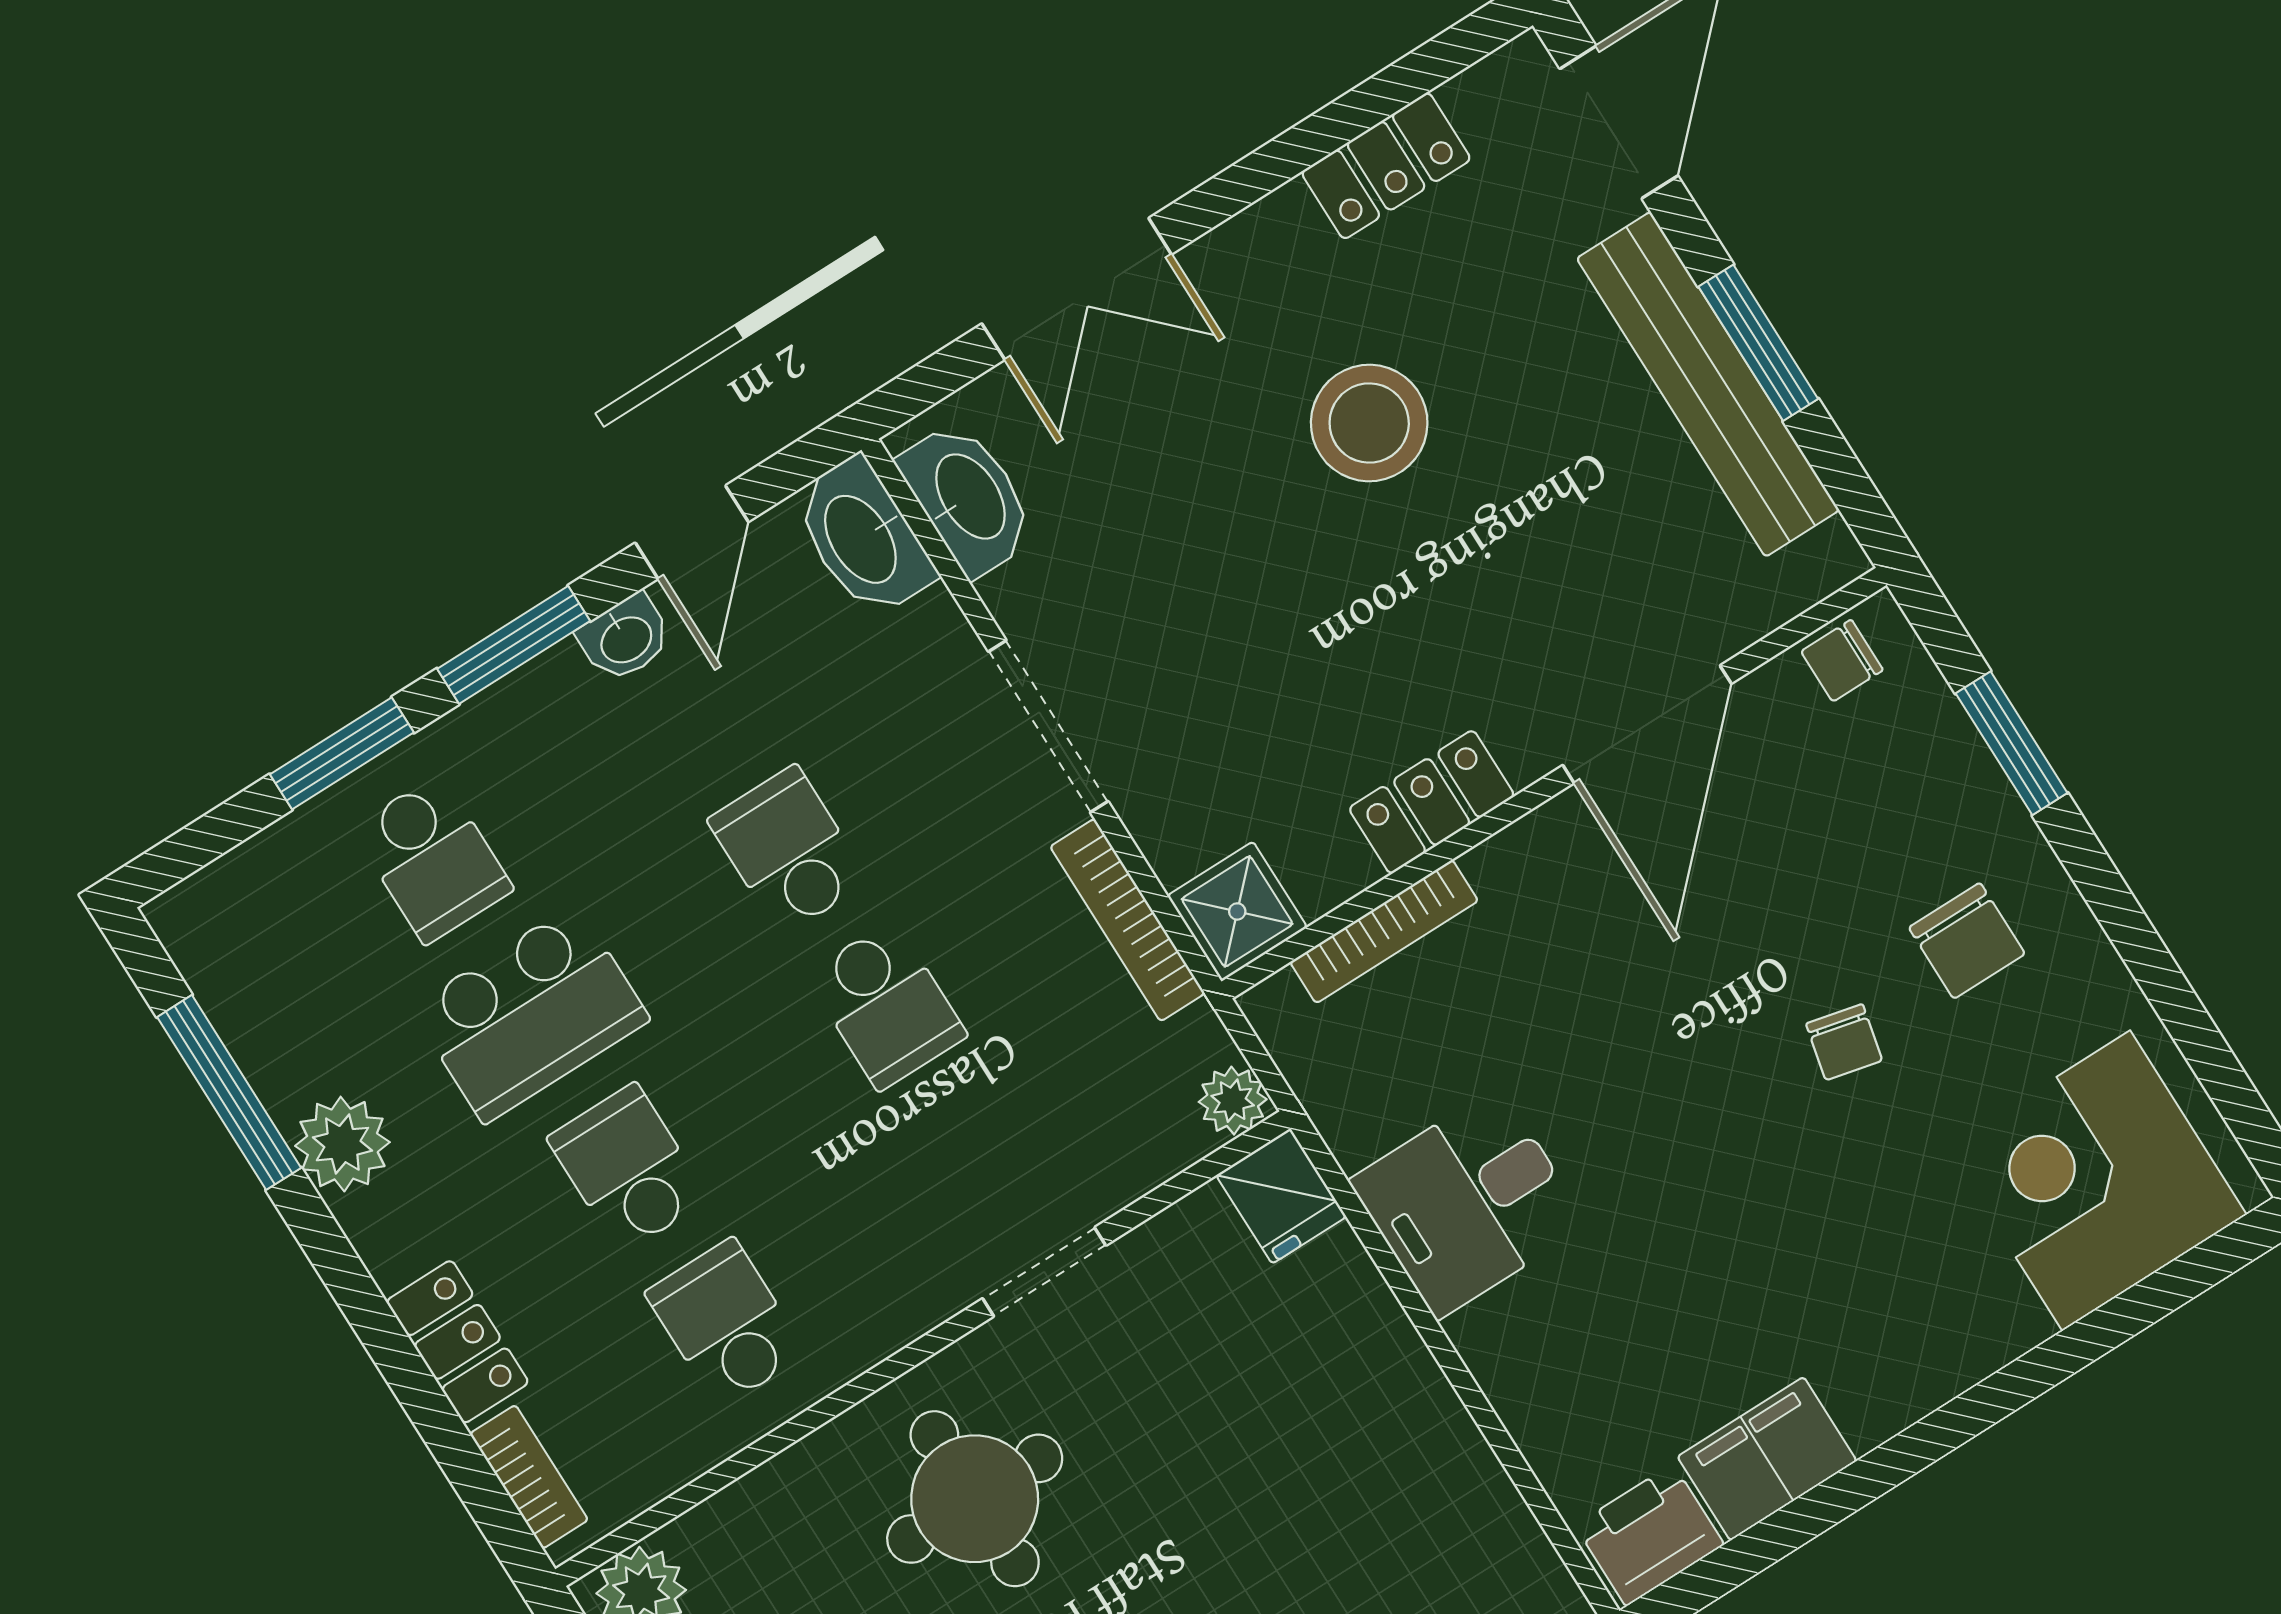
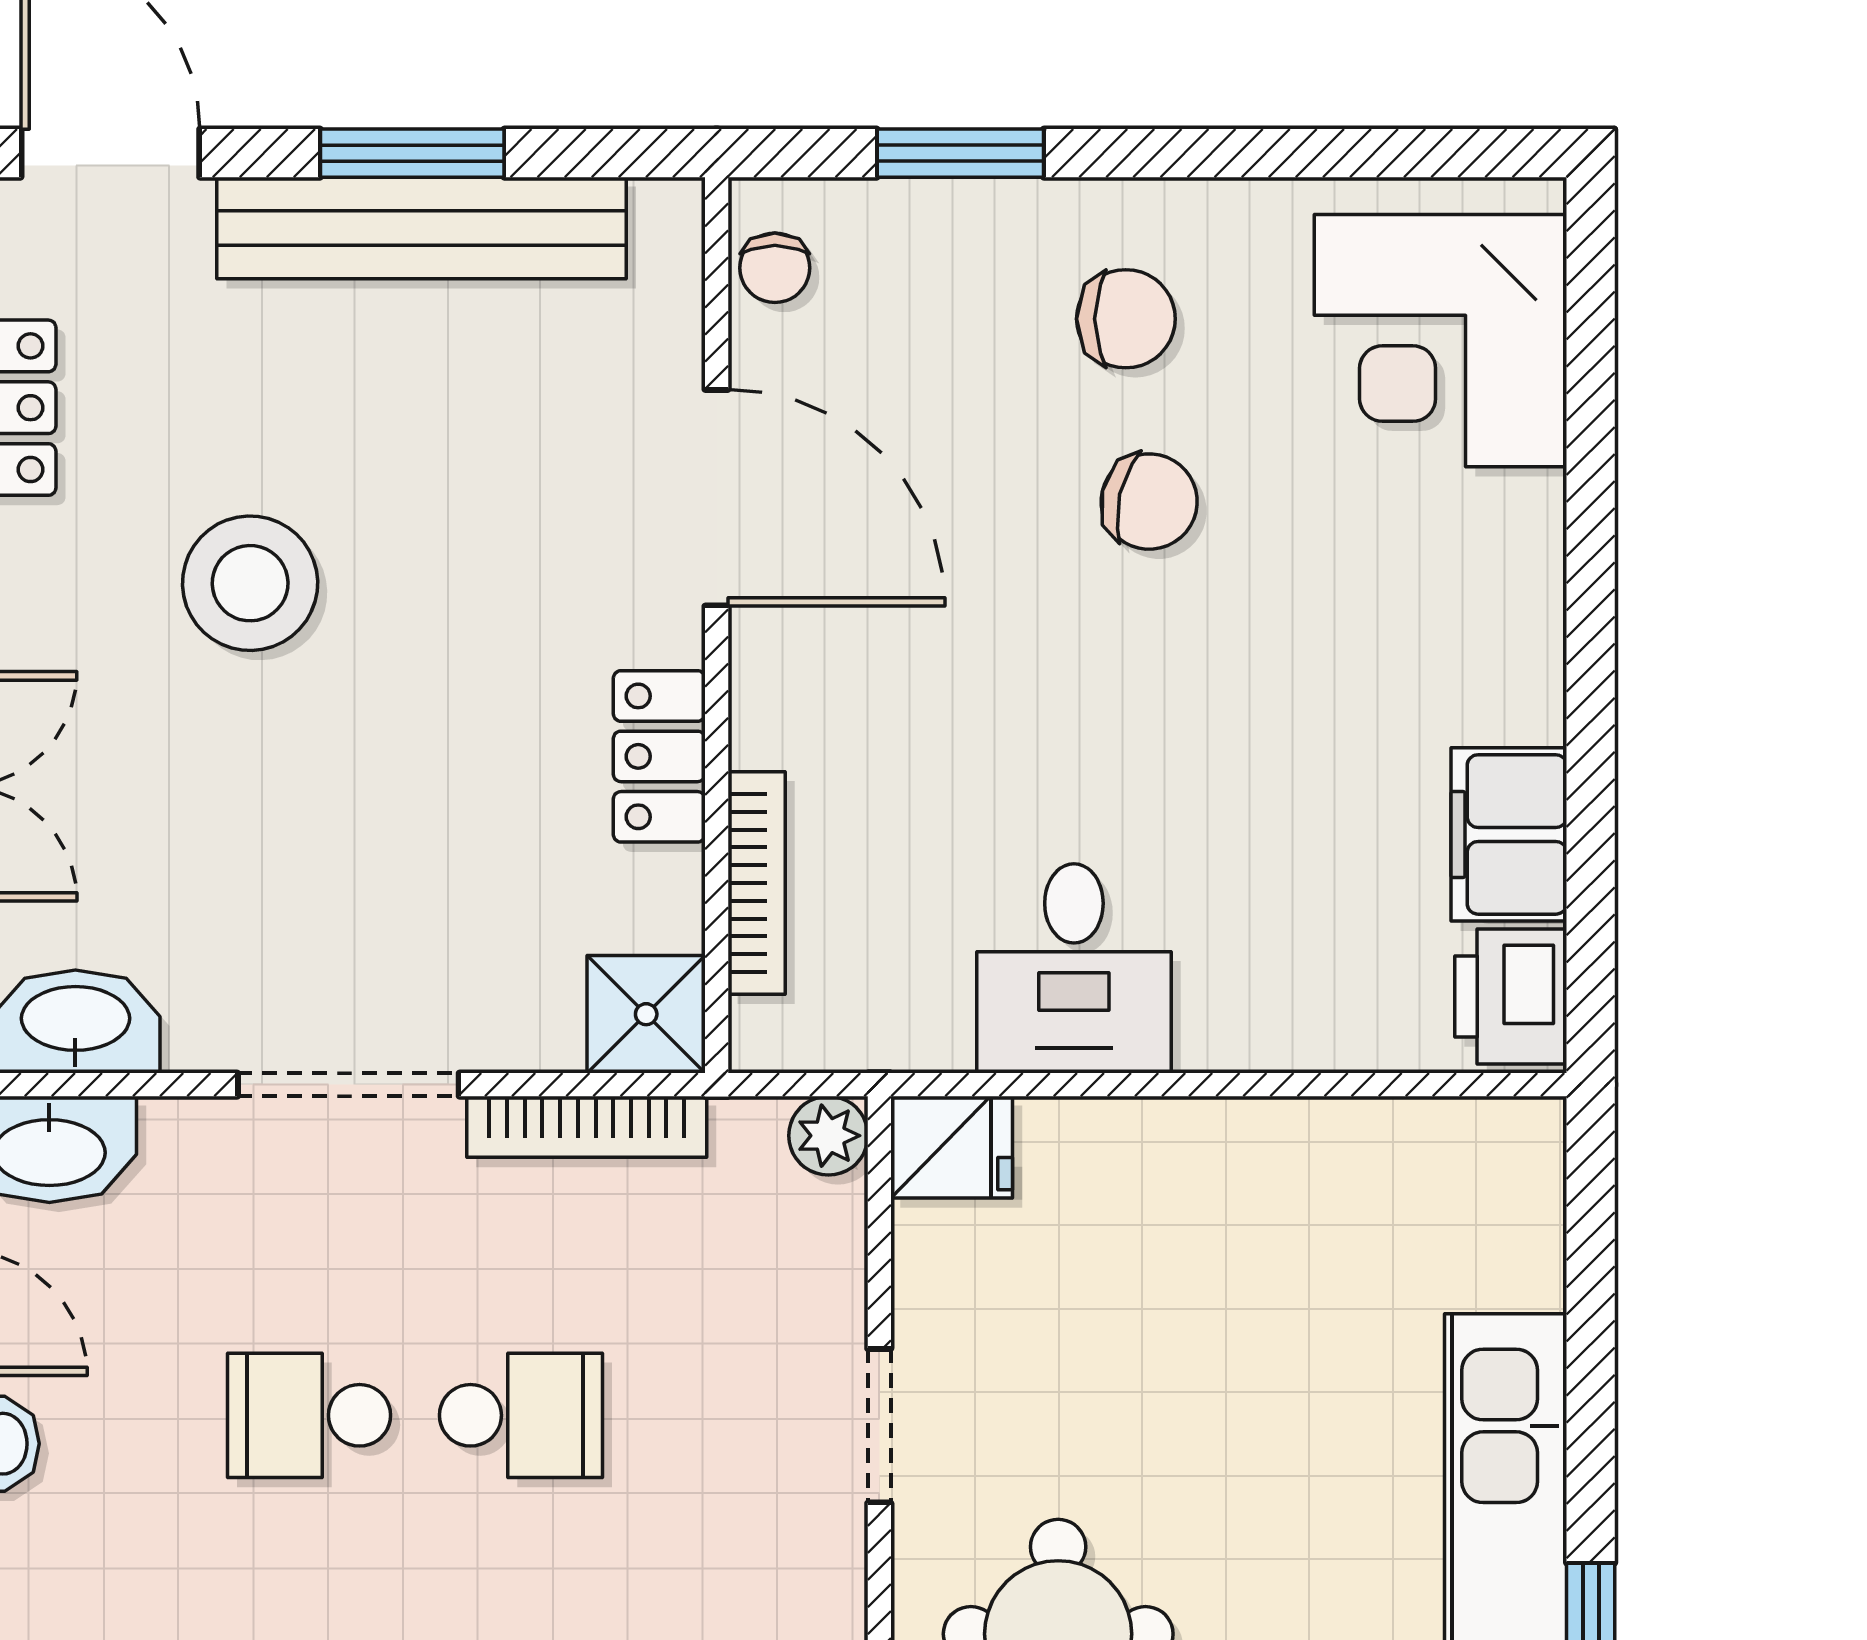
chair: (1844, 1042) -> (1149, 502), width x1.37, depth x1.37

